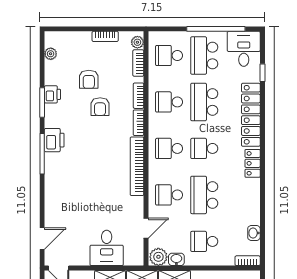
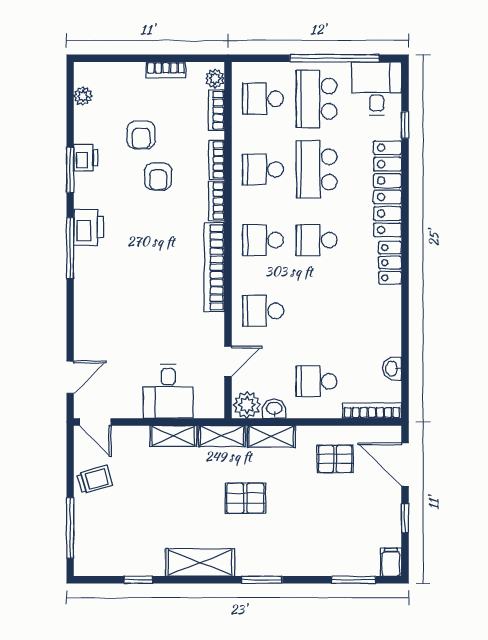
school desk: (204, 195) -> (317, 311), removed
bookcase: (248, 261) -> (372, 411), width x1.56

